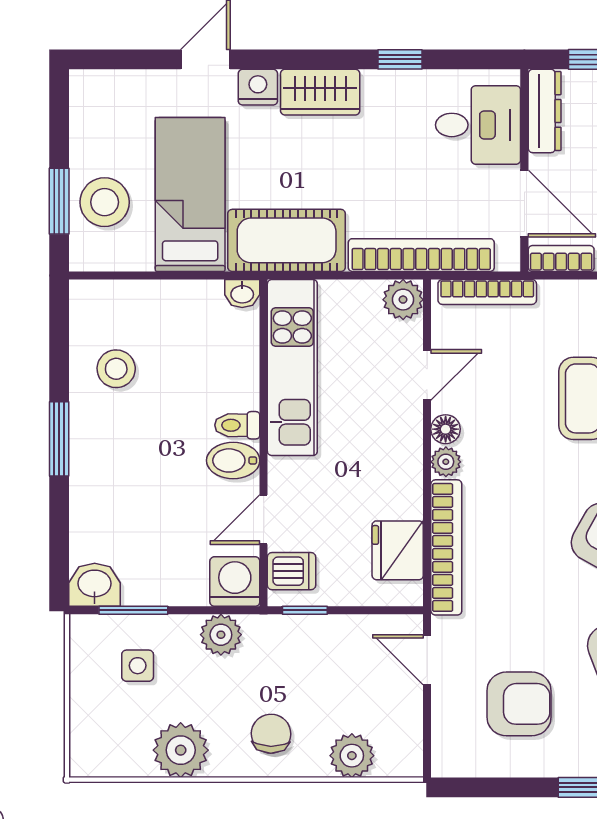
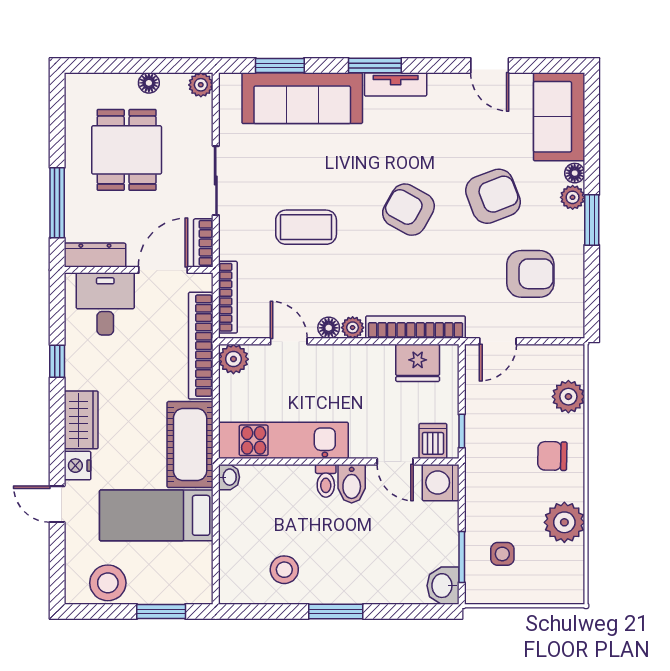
stool: (105, 202) -> (108, 583), moved
plant: (221, 635) -> (480, 493), removed
armchair: (519, 704) -> (530, 274), turned 90

